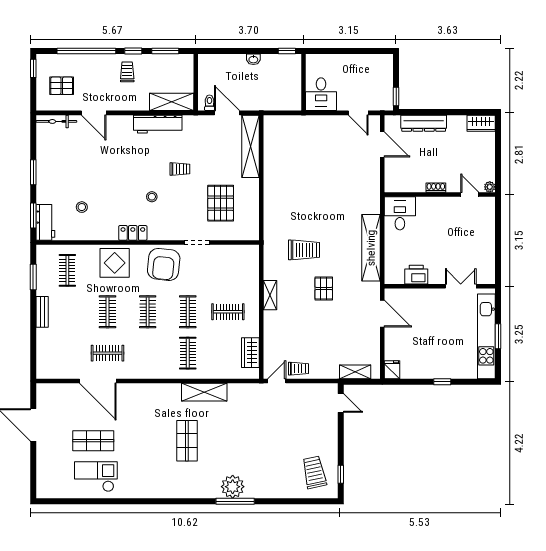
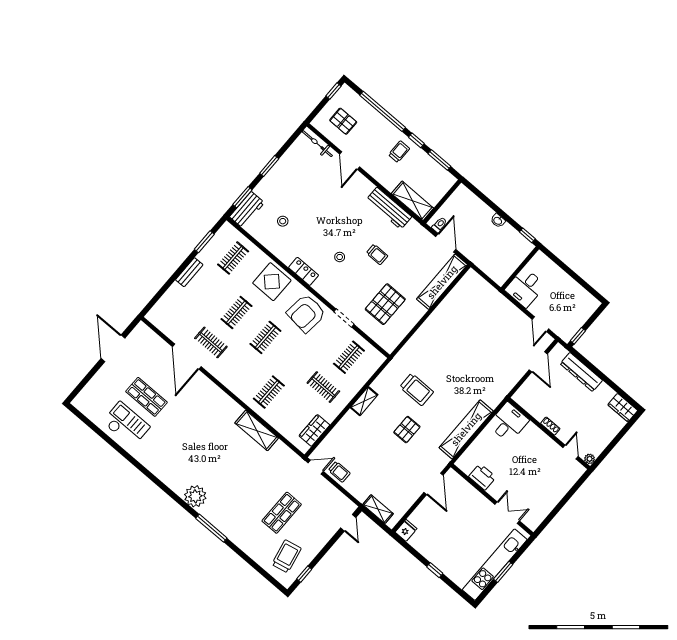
clothes rail: (188, 312) -> (349, 357), moved
shop shelf: (187, 441) -> (282, 513), moved
plant: (233, 487) -> (195, 496), moved

